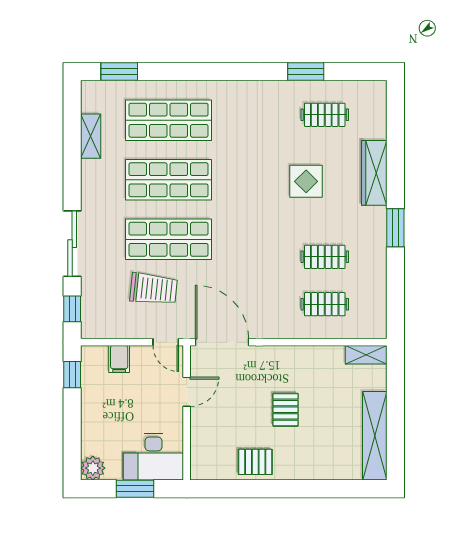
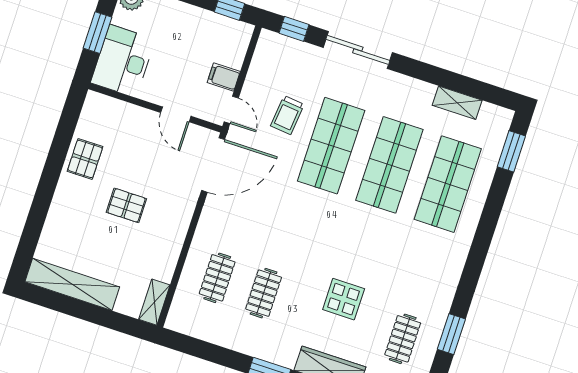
trolley: (154, 289) -> (287, 115), width x0.73, depth x0.72
door: (166, 342) -> (231, 110), swing flipped
filing cabinet: (119, 359) -> (224, 77), moved

